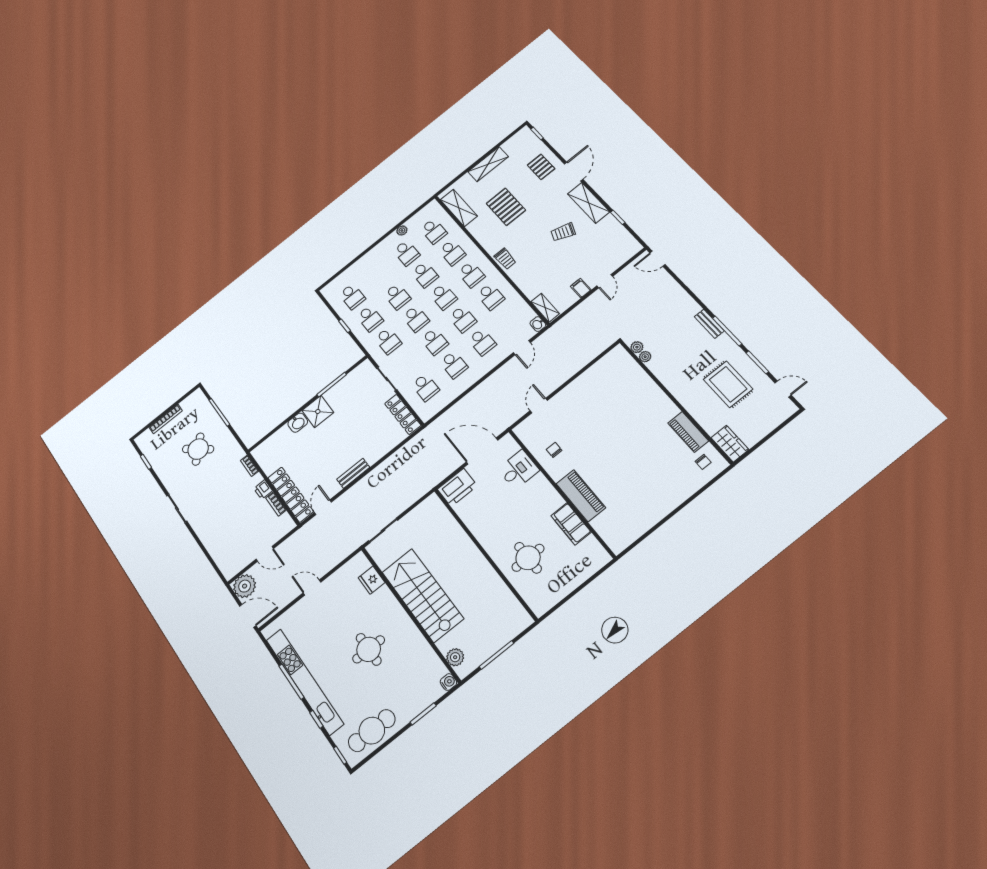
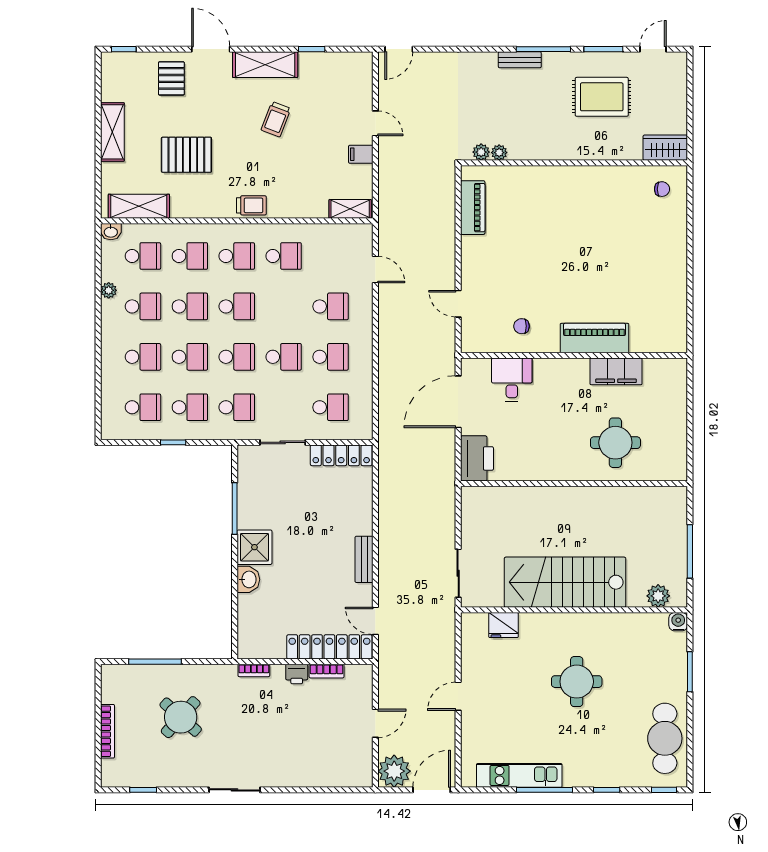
pallet: (541, 167) -> (171, 78), turned 90
school desk: (463, 319) -> (143, 357), moved
washbasin: (538, 324) -> (111, 232), moved
piano: (688, 432) -> (473, 208), moved, turned -90
kitchen unit: (305, 682) -> (519, 775), width x0.54

